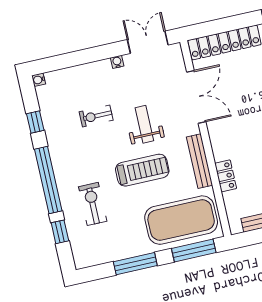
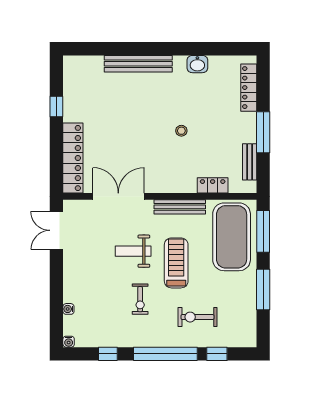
water cooler: (117, 62) -> (68, 309), moved
exercise bike: (96, 116) -> (140, 299), moved
locker: (226, 176) -> (213, 185), moved

